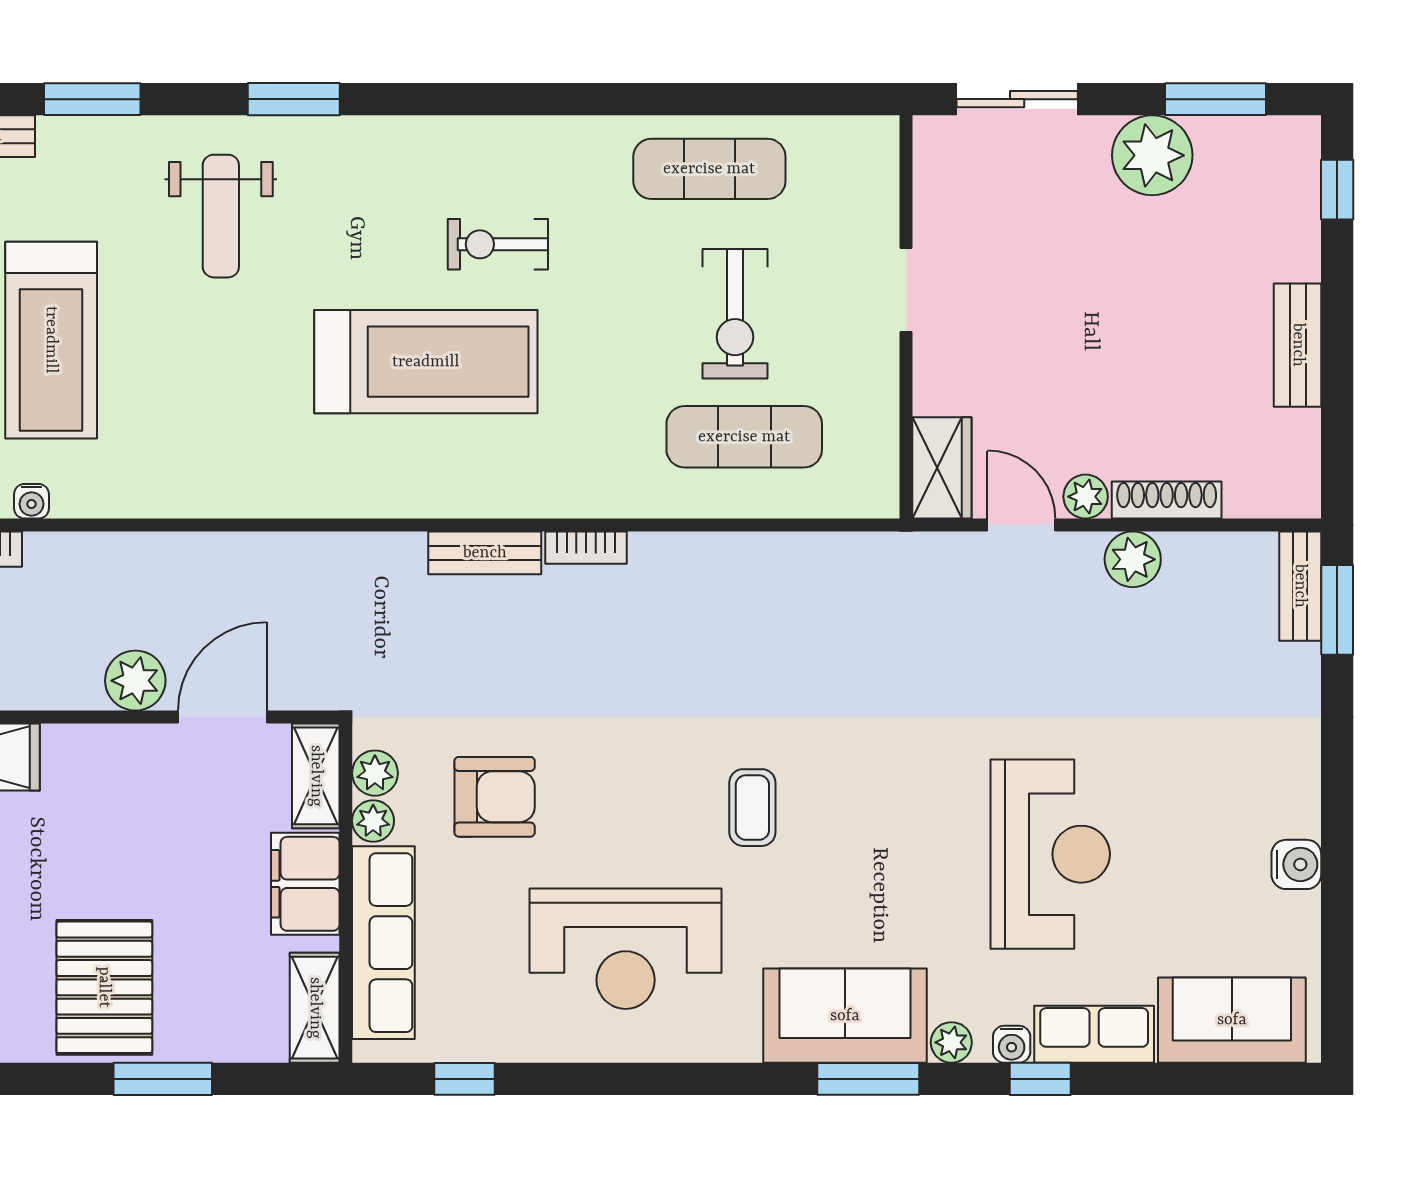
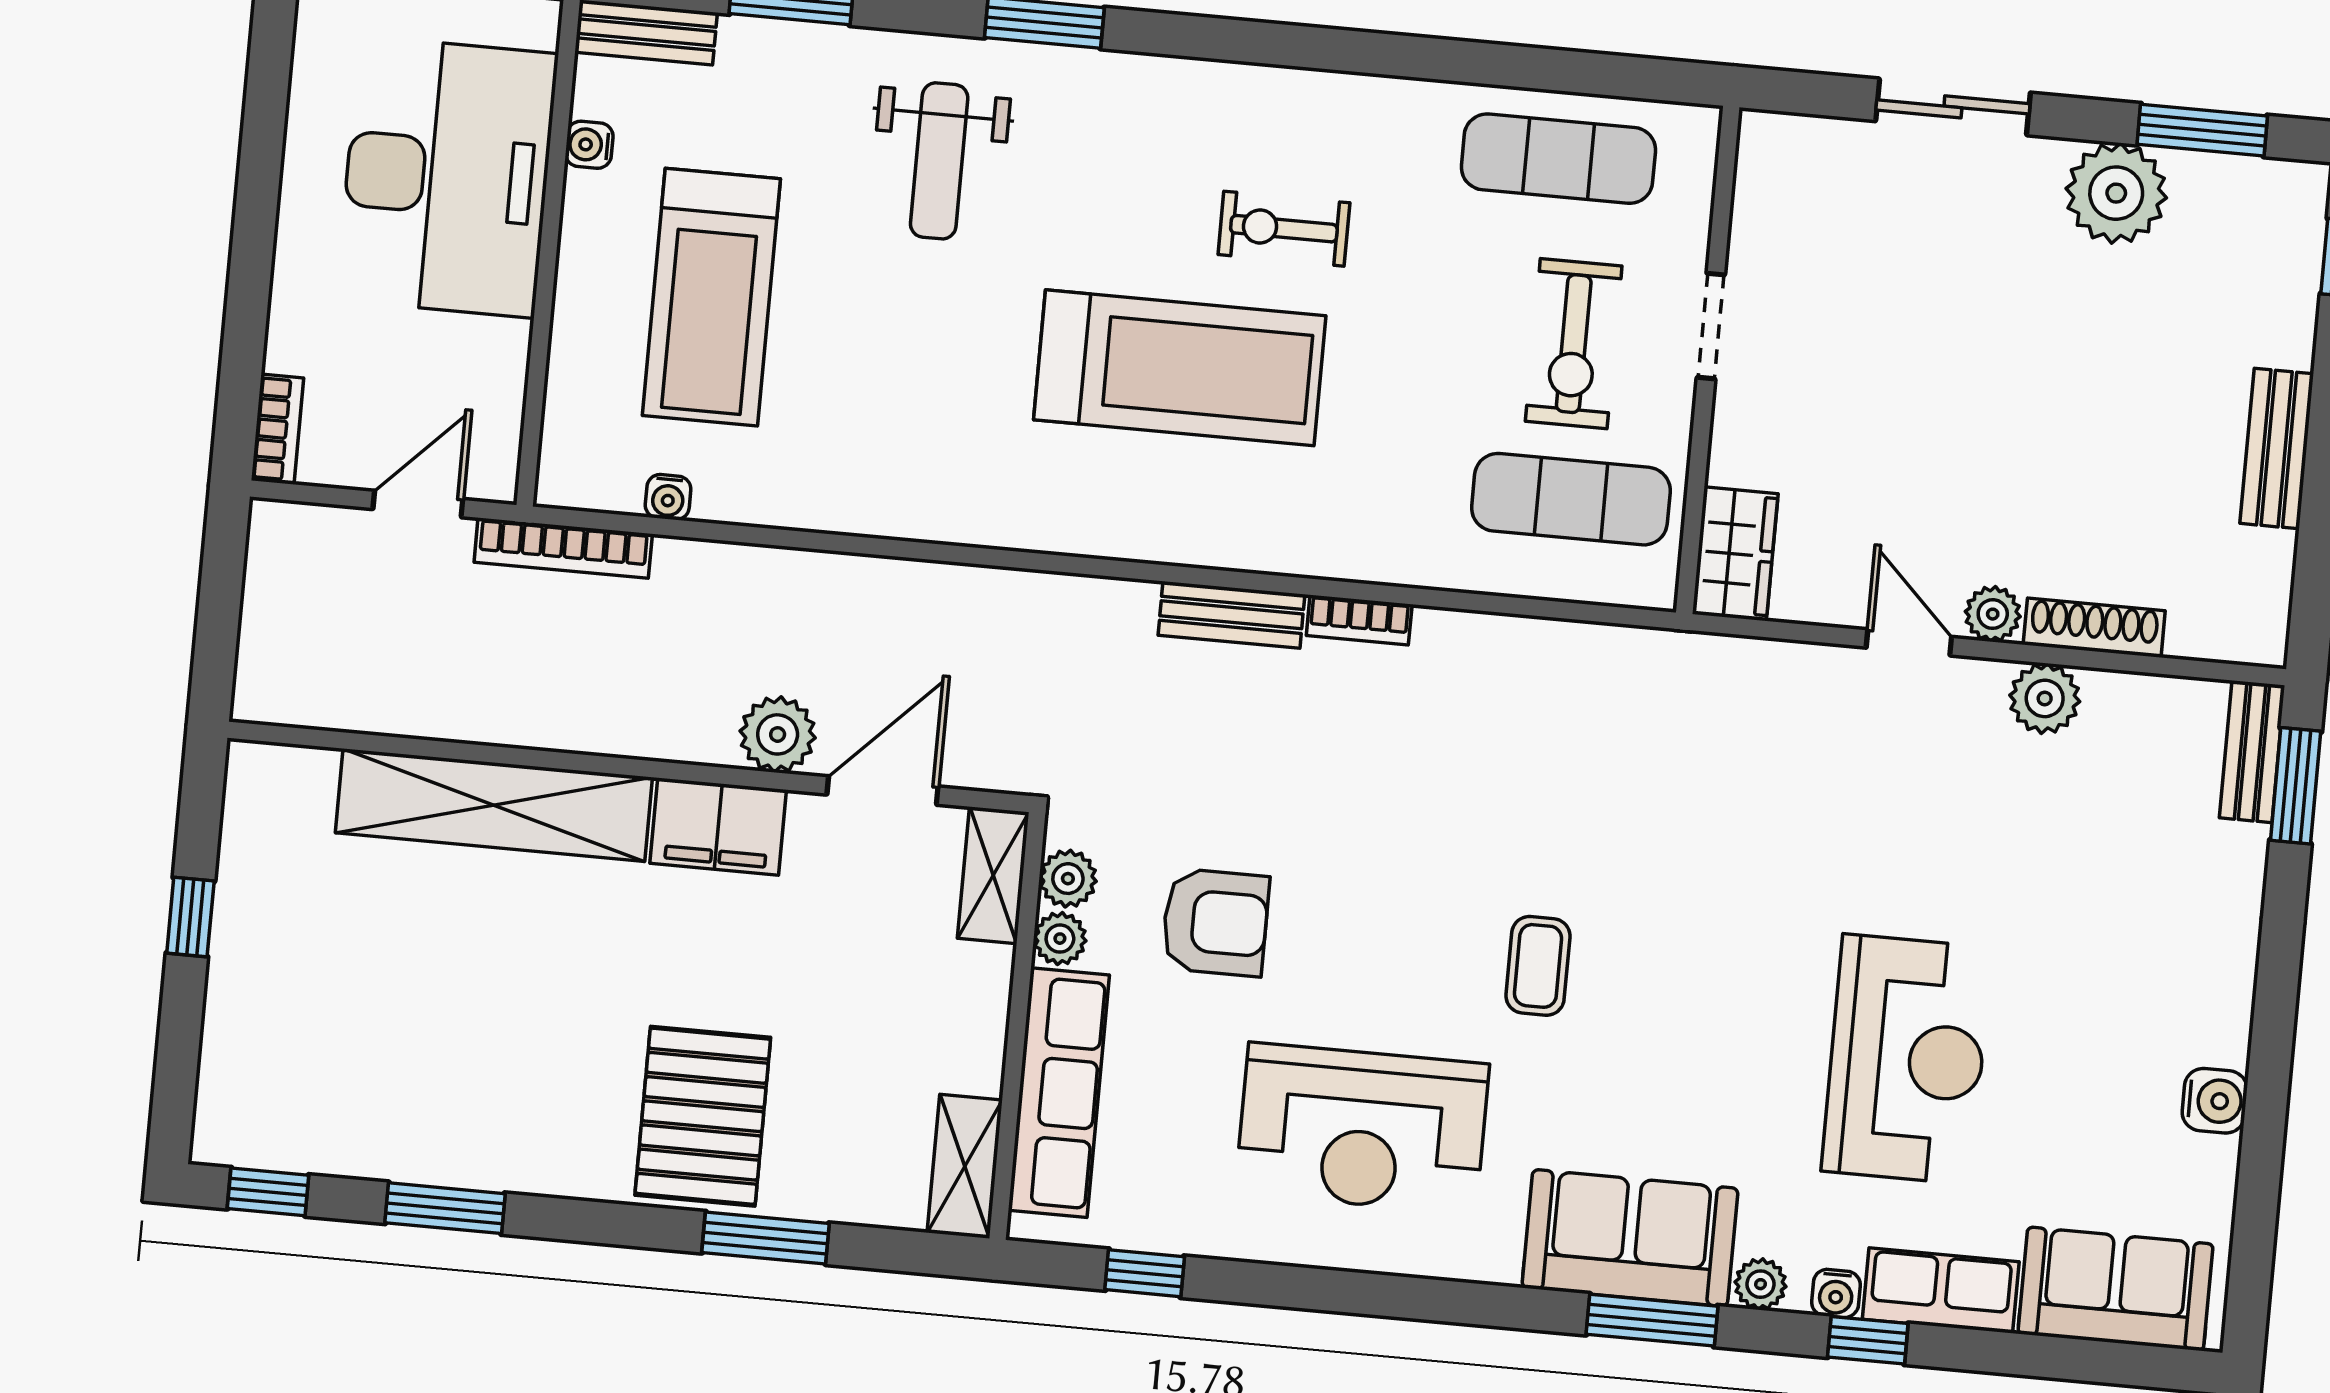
doorway: (906, 290) -> (1711, 326), moved
wall: (906, 317) -> (1708, 360), moved
wardrobe: (942, 468) -> (1735, 554), moved
filing cabinet: (305, 884) -> (718, 827), moved, turned -90

